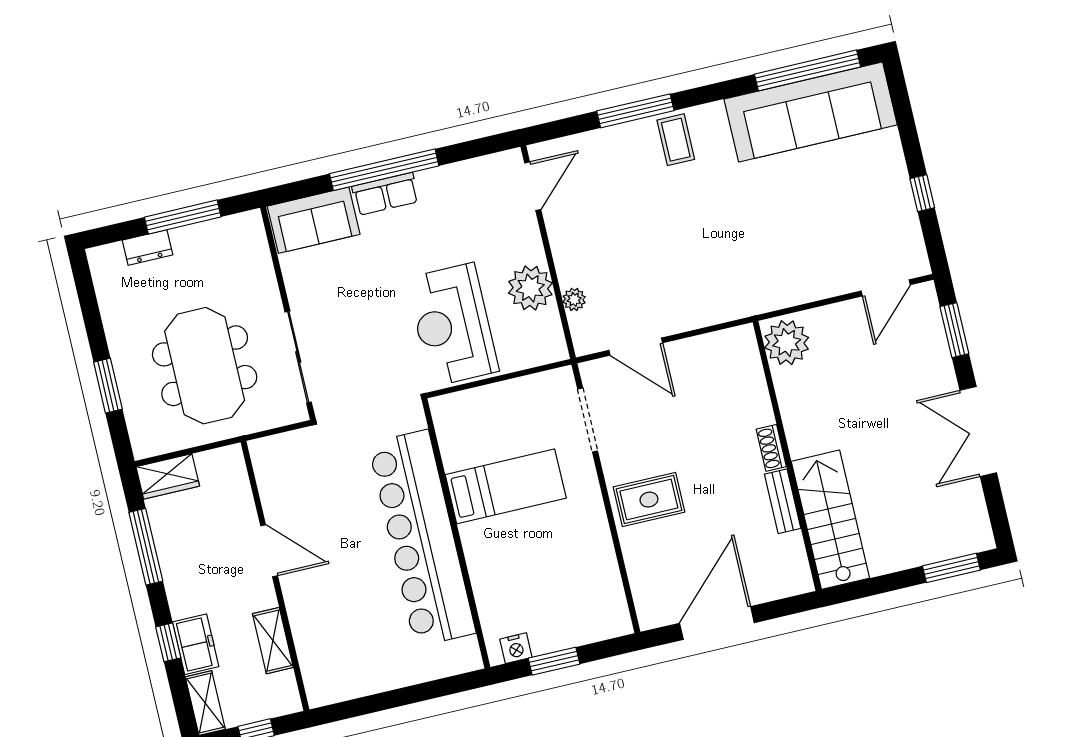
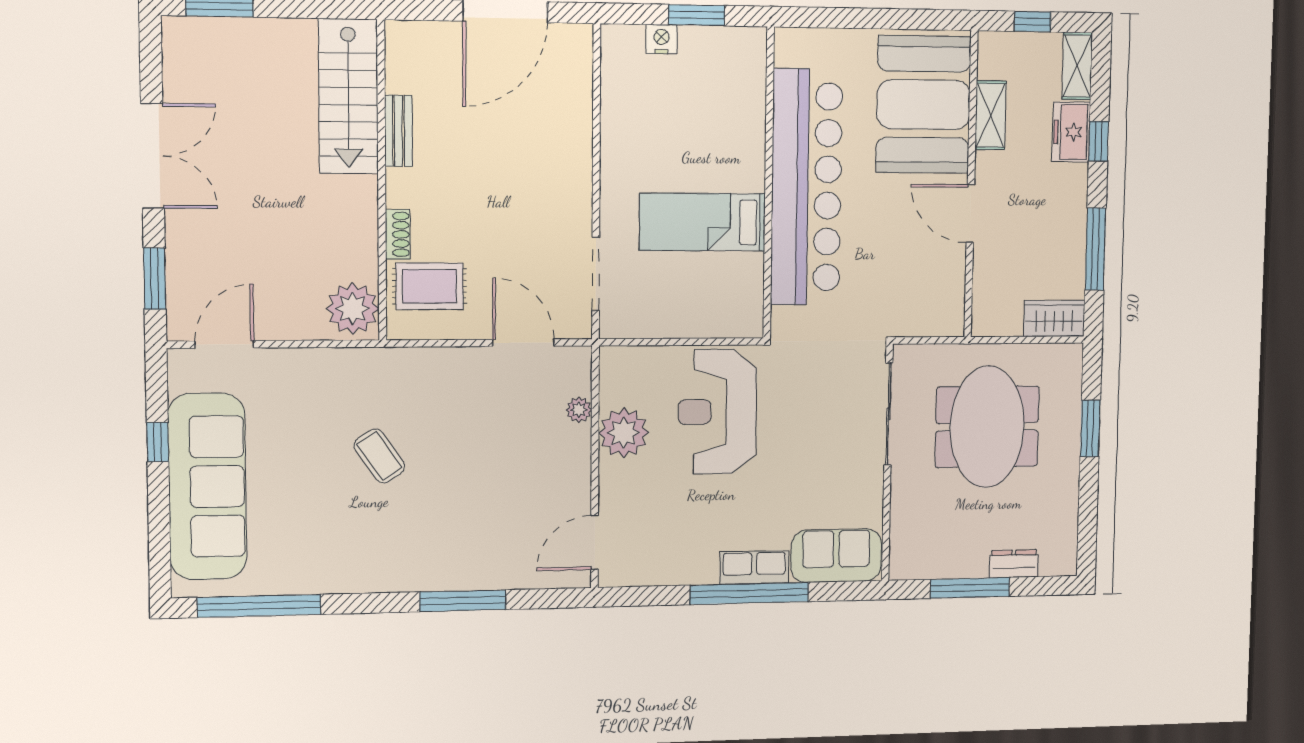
sofa: (811, 112) -> (207, 487), moved, turned 90
coffee table: (676, 140) -> (379, 456), moved, turned -35
reception desk: (452, 325) -> (717, 412), turned 180
shoe rack: (771, 448) -> (398, 234), moved
rug: (649, 500) -> (430, 286), moved
booth: (336, 635) -> (924, 105), added
nightstand: (516, 648) -> (662, 39), moved

